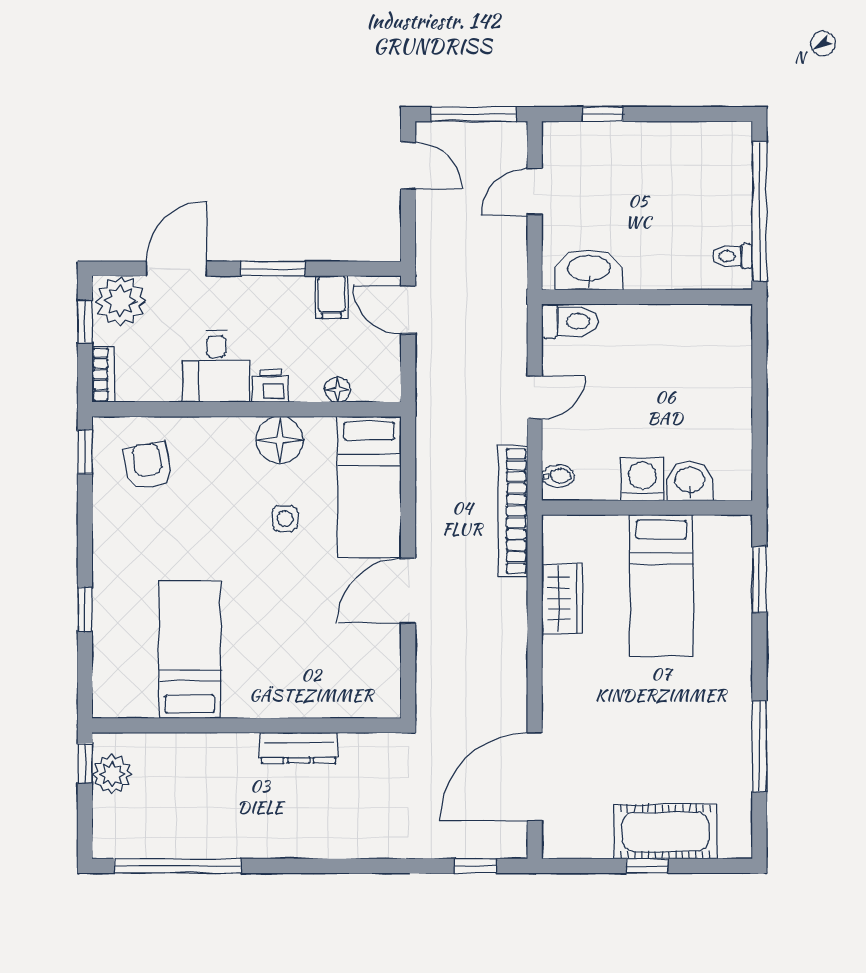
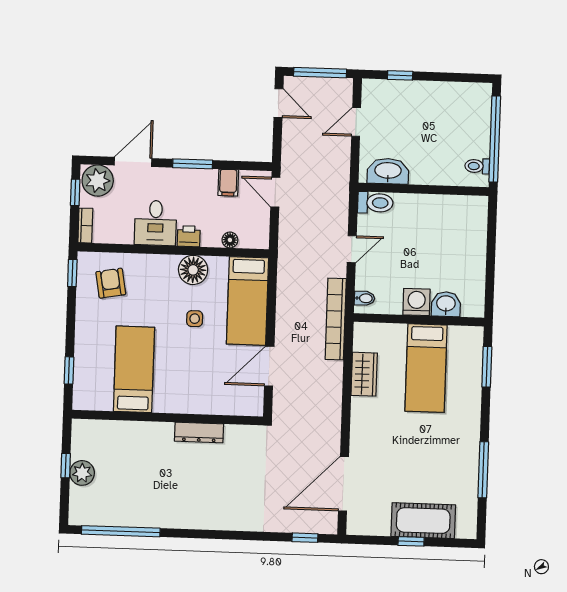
bed: (190, 649) -> (134, 369), moved
wall: (247, 725) -> (167, 418), moved
dresser: (298, 748) -> (199, 432), moved

